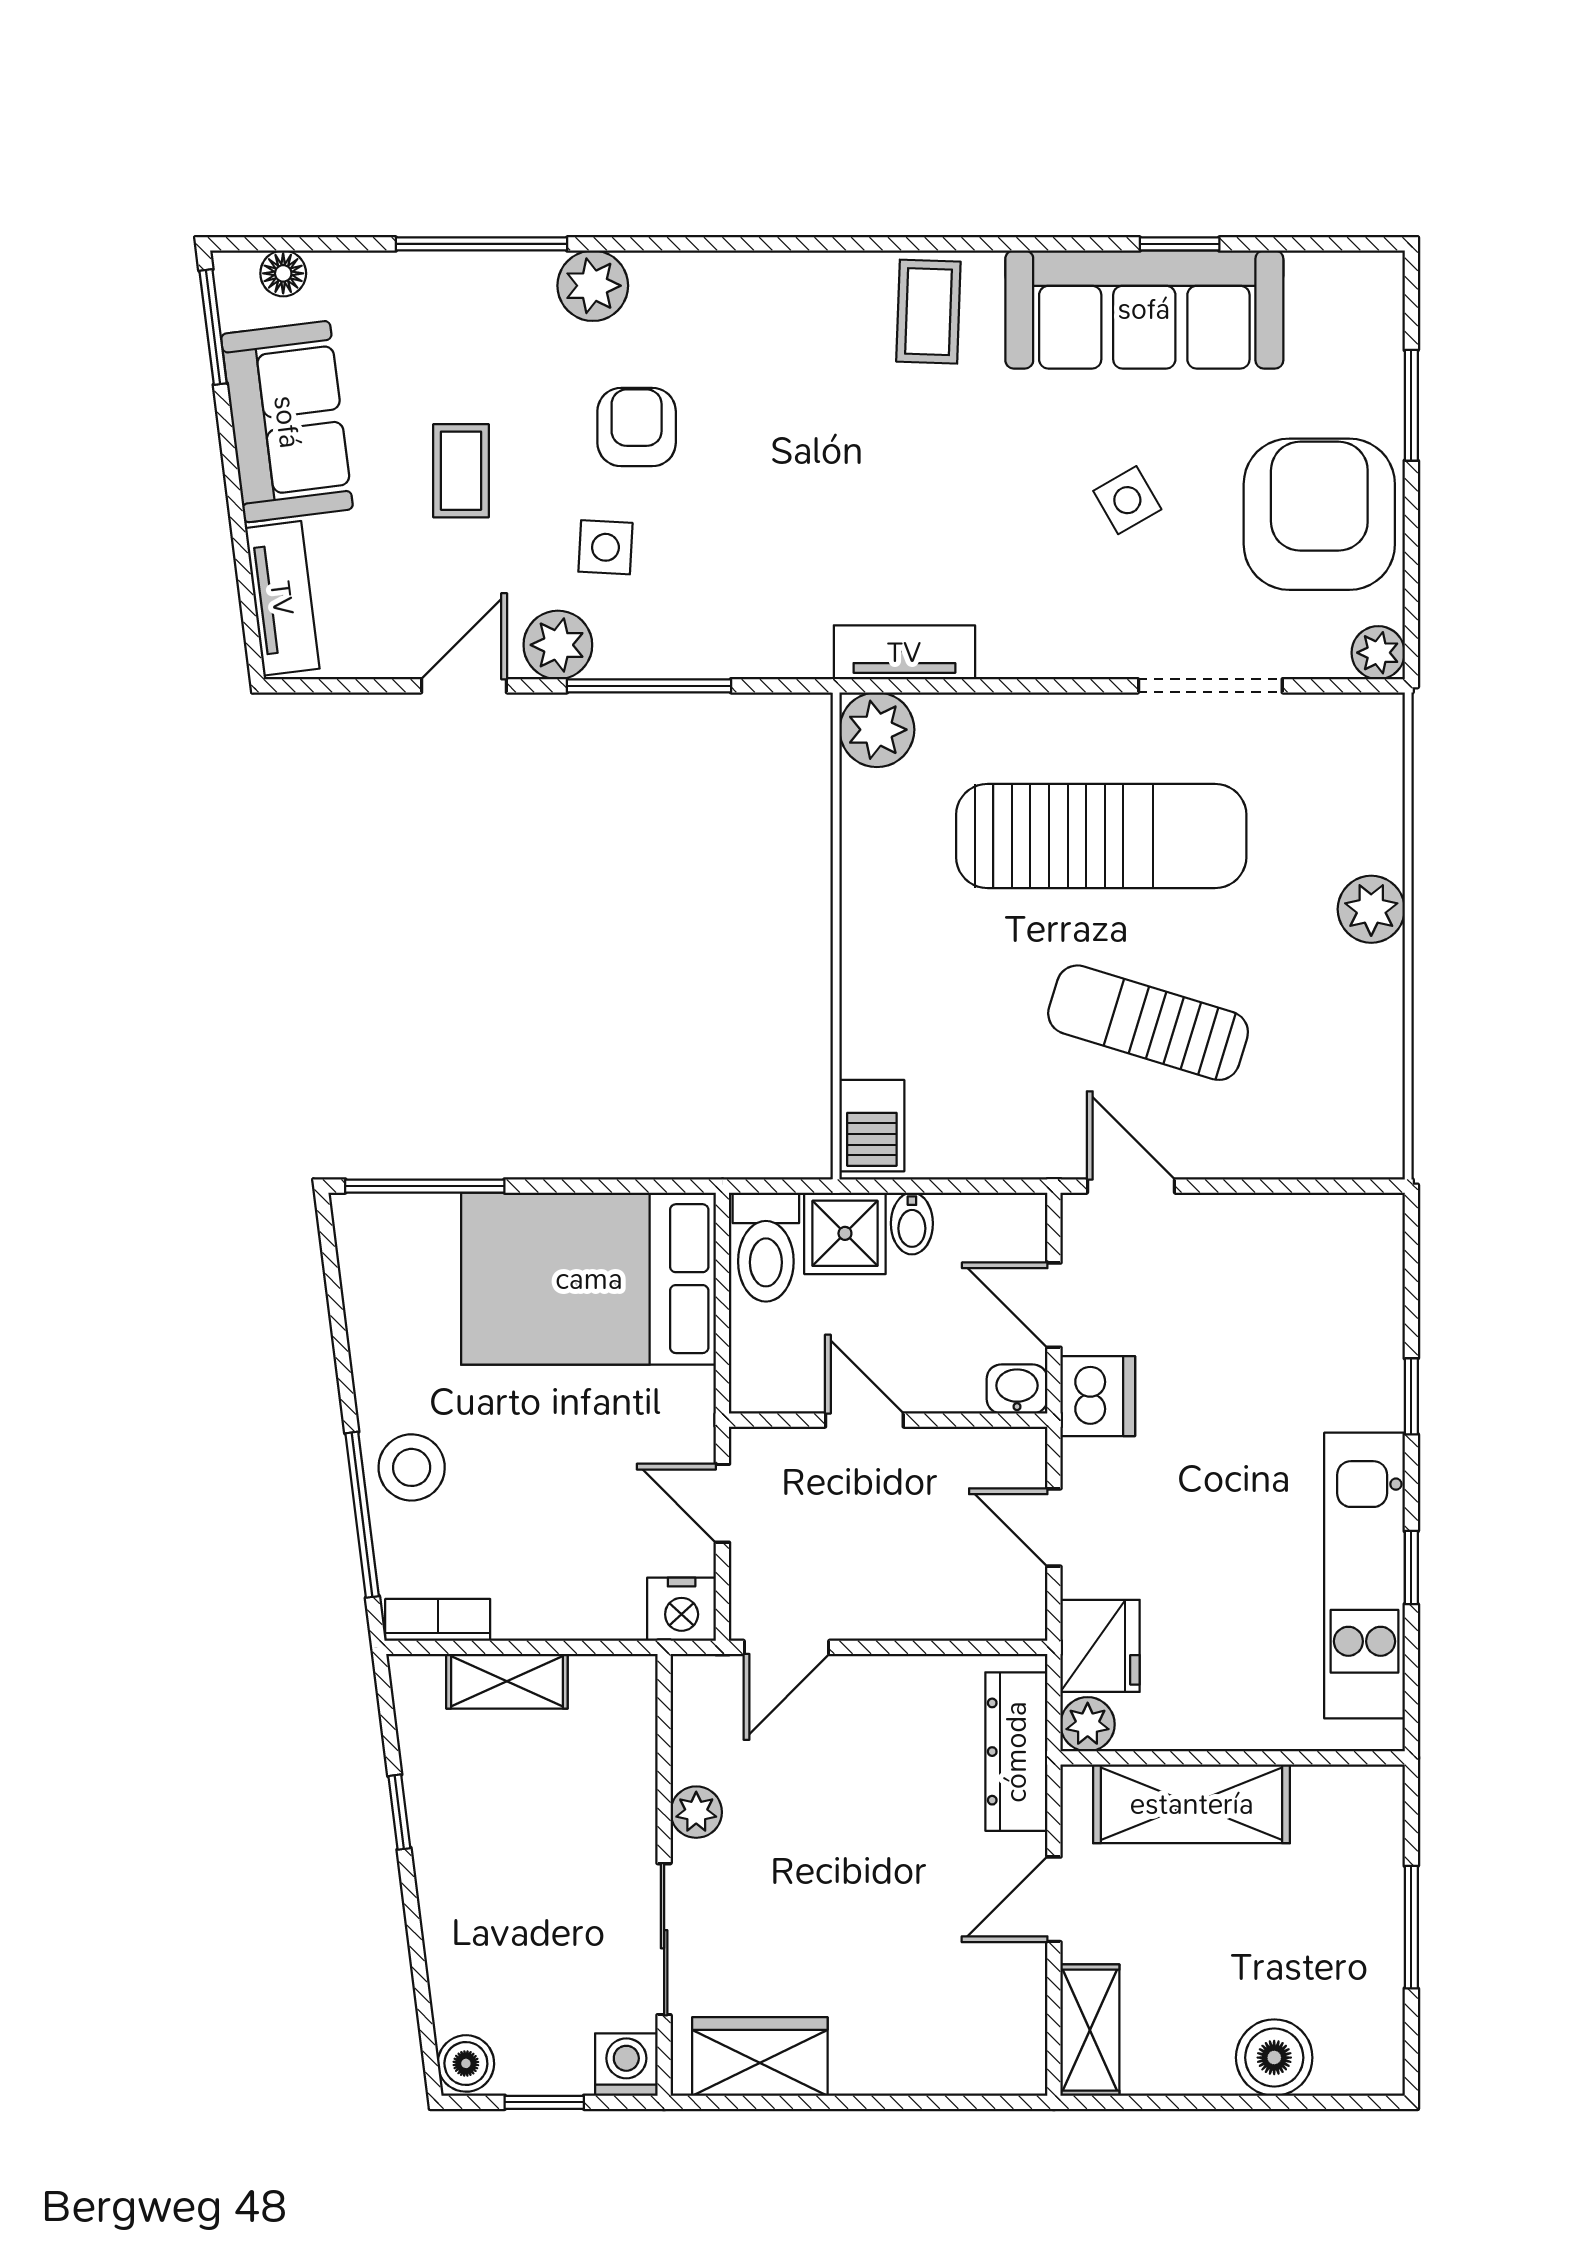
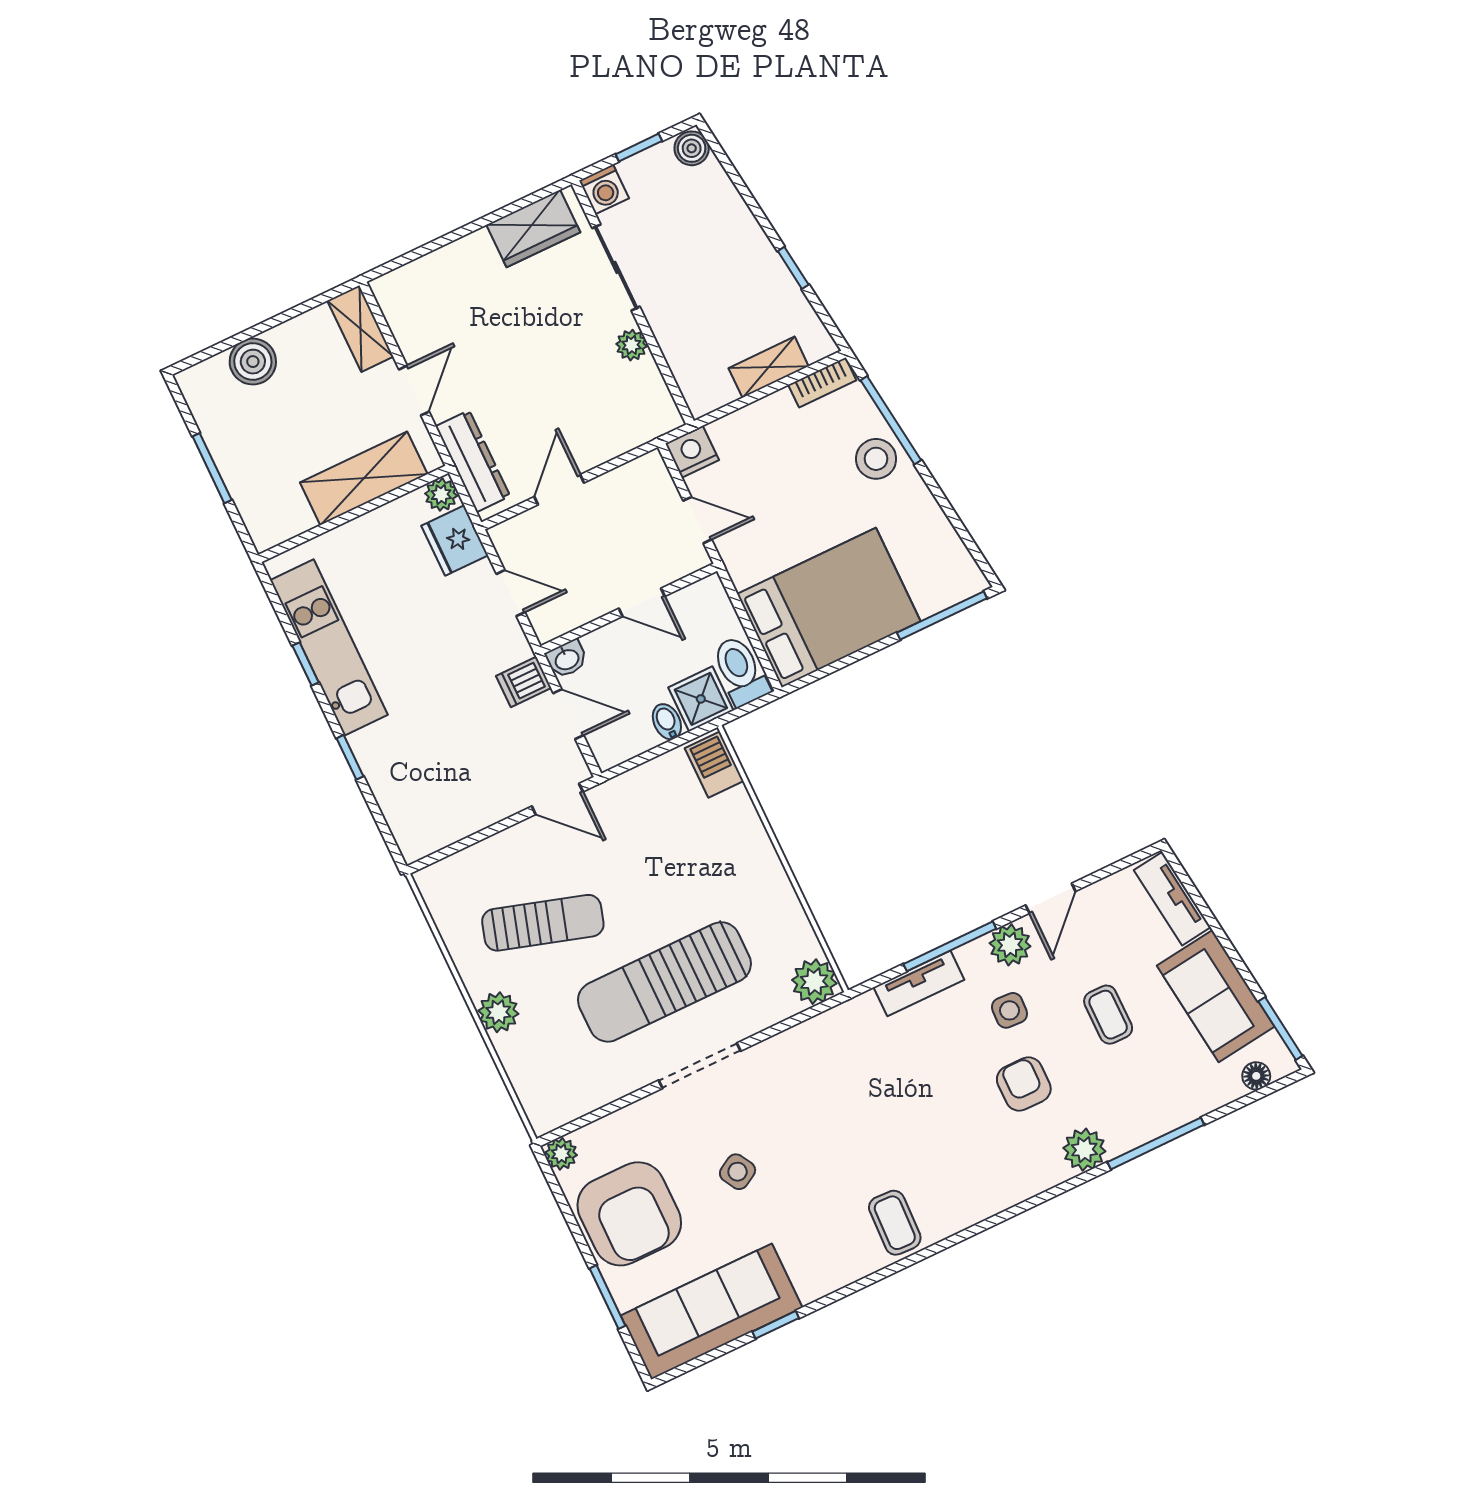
sofa: (1144, 309) -> (712, 1312), moved
armchair: (637, 427) -> (1024, 1084), turned 180
tv unit: (904, 652) -> (919, 983), moved
doorway: (1210, 686) -> (700, 1066), moved
sun lounger: (1148, 1023) -> (543, 923), moved
dishwasher: (1098, 1396) -> (524, 682), width x0.73
door: (786, 1647) -> (559, 490), moved

